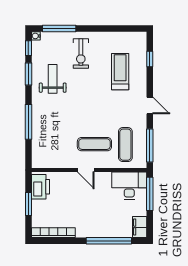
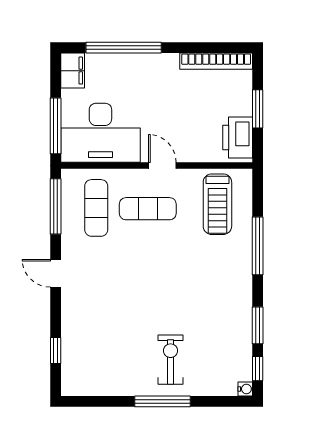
window: (59, 28) -> (163, 401), moved
treadmill: (120, 72) -> (217, 204), moved
weight bench: (53, 79) -> (217, 317), removed
desk: (129, 186) -> (100, 133), width x1.36, depth x1.30

